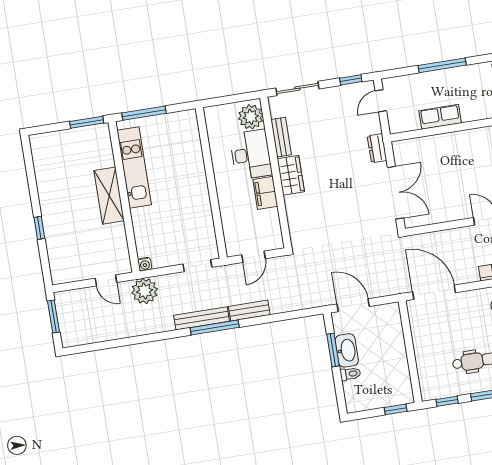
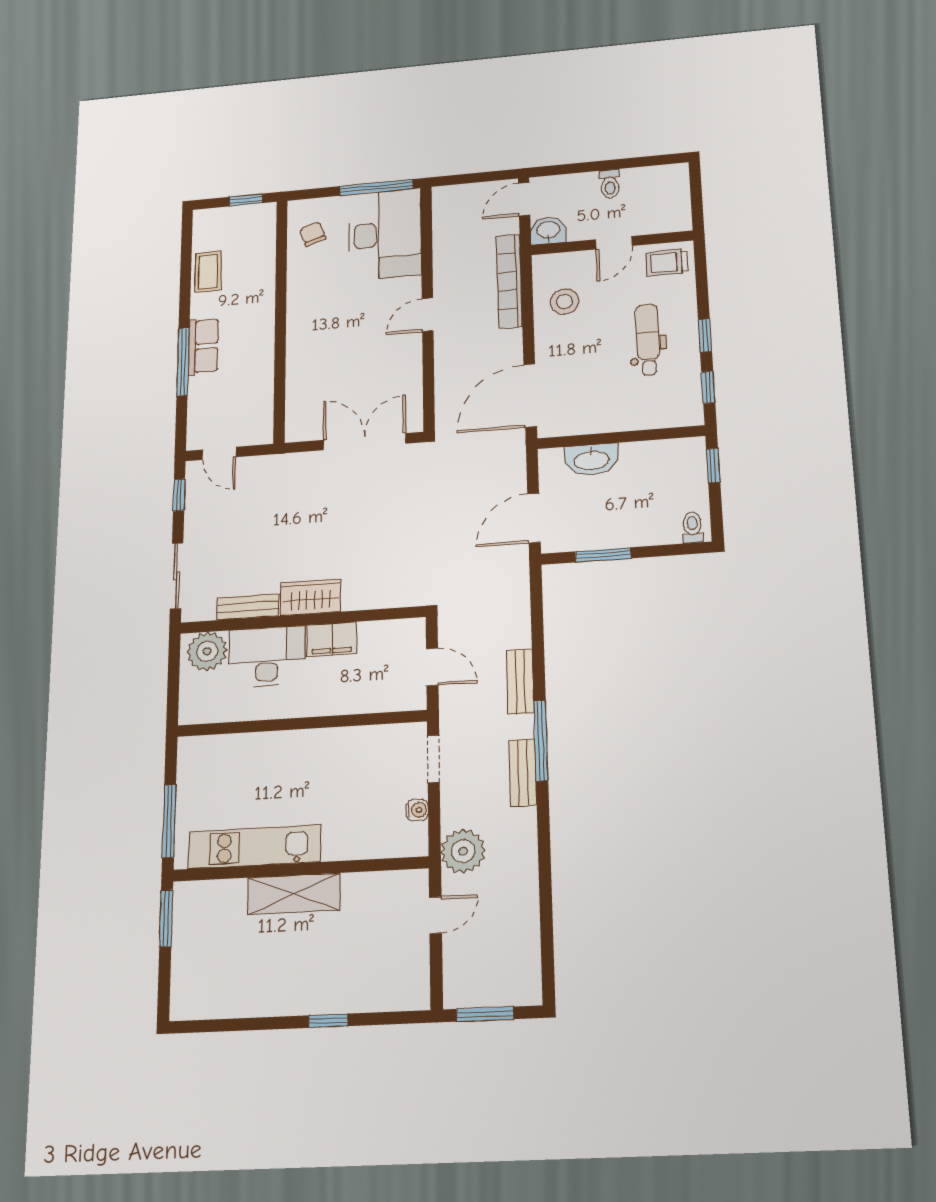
row of seats: (440, 117) -> (203, 346), moved, turned 180
dresser: (377, 148) -> (291, 464), removed
water cooler: (145, 264) -> (417, 810), moved
bench: (202, 318) -> (523, 773), width x0.73
washbasin: (347, 350) -> (592, 460), moved, turned 180
toilet: (350, 374) -> (692, 527), moved

